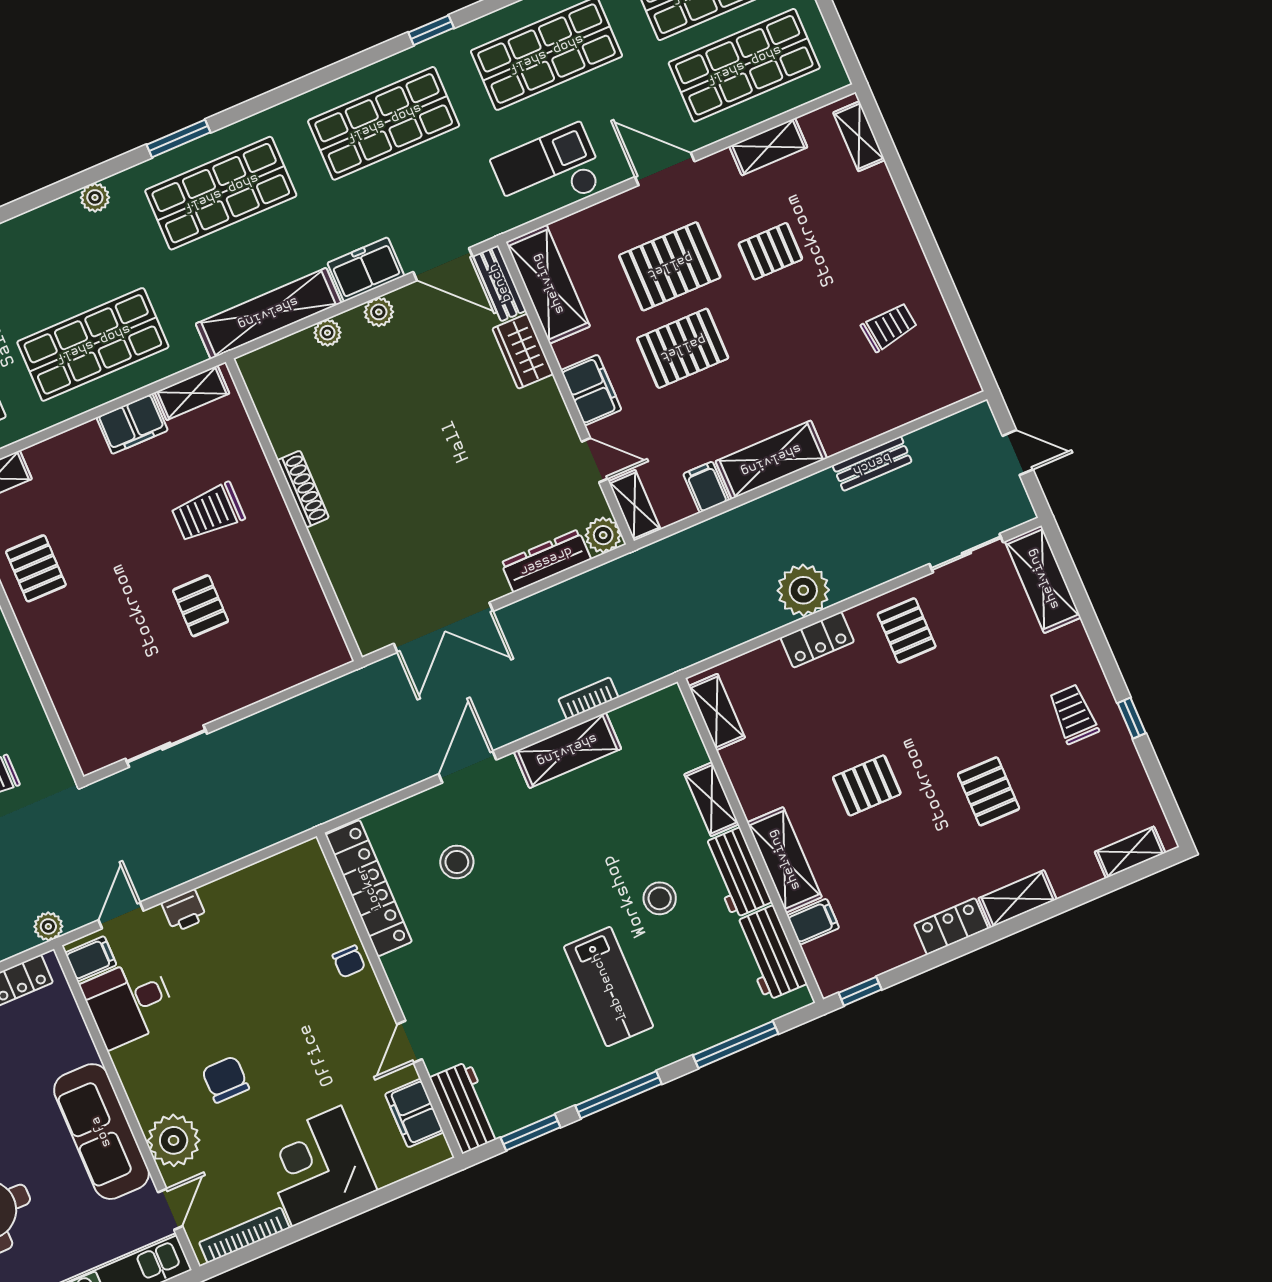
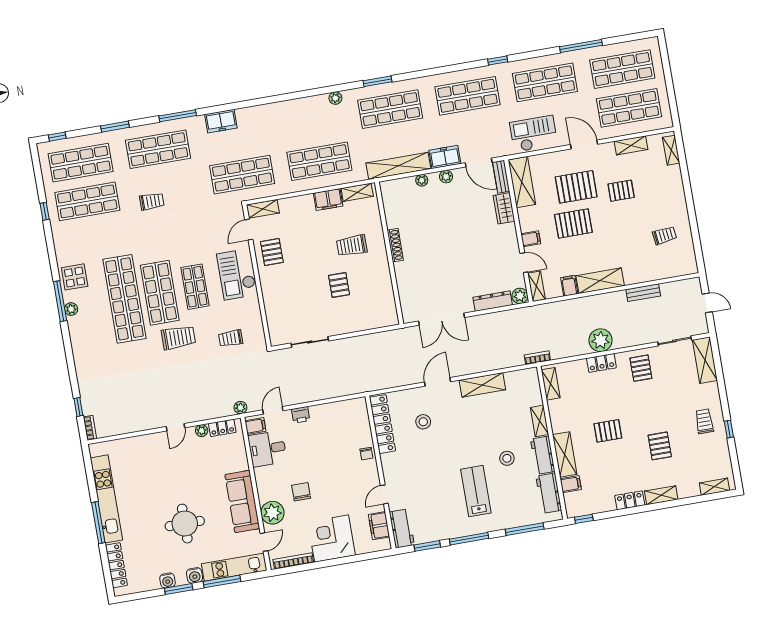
filing cabinet: (591, 390) -> (531, 239), width x0.50
bookcase: (588, 698) -> (537, 358), moved
lab bench: (609, 987) -> (476, 491), turned 180

